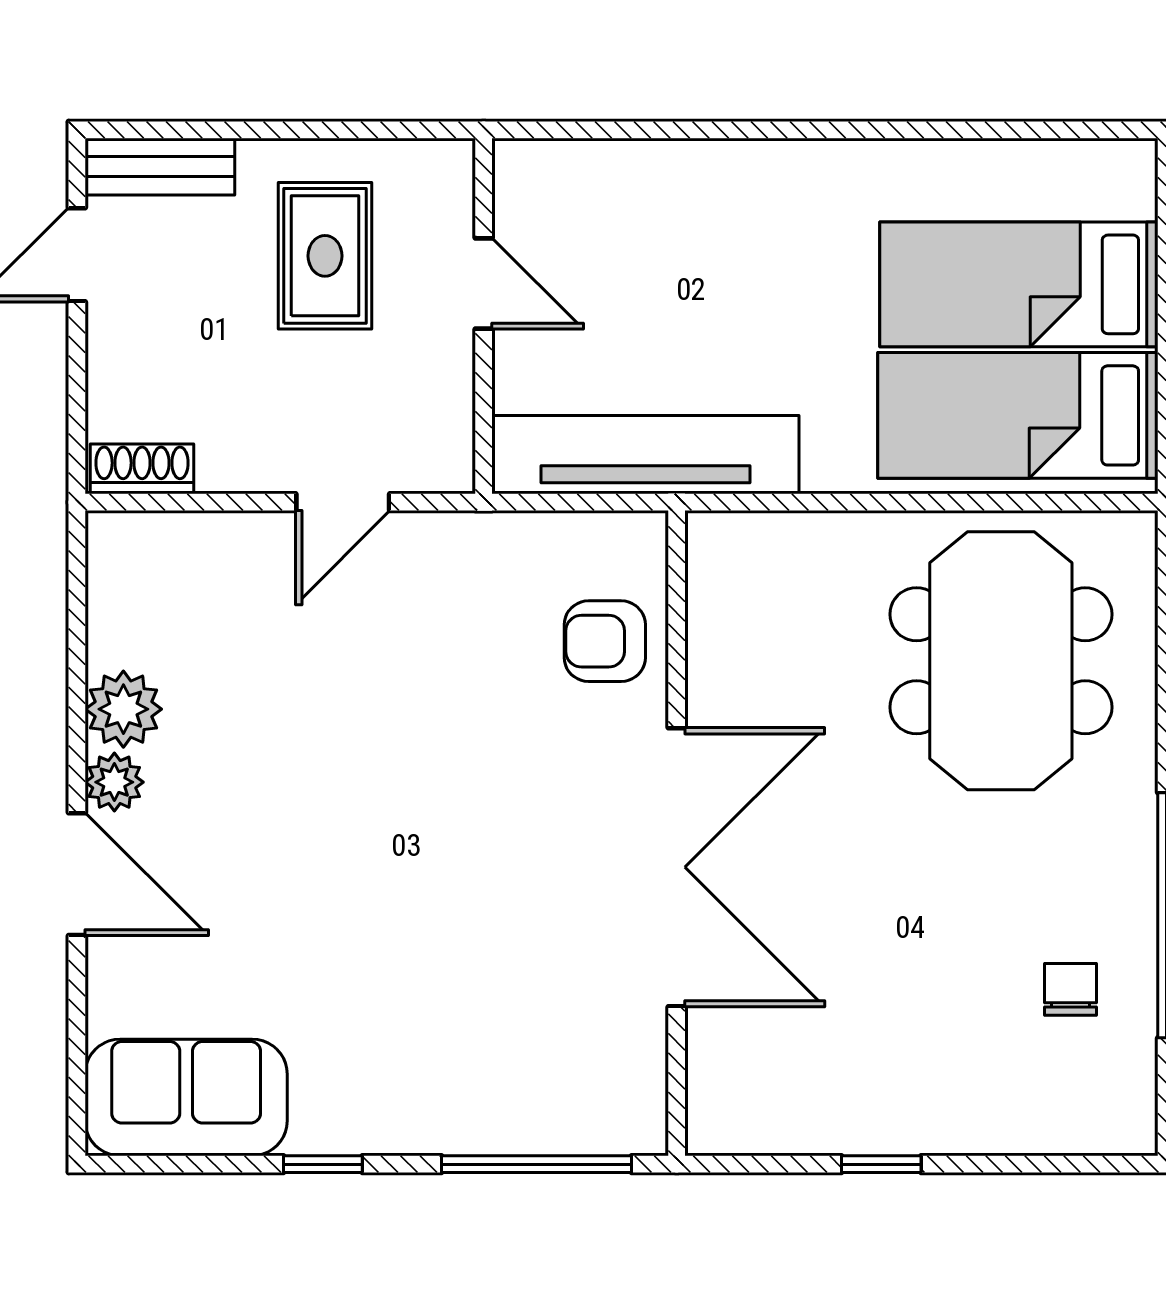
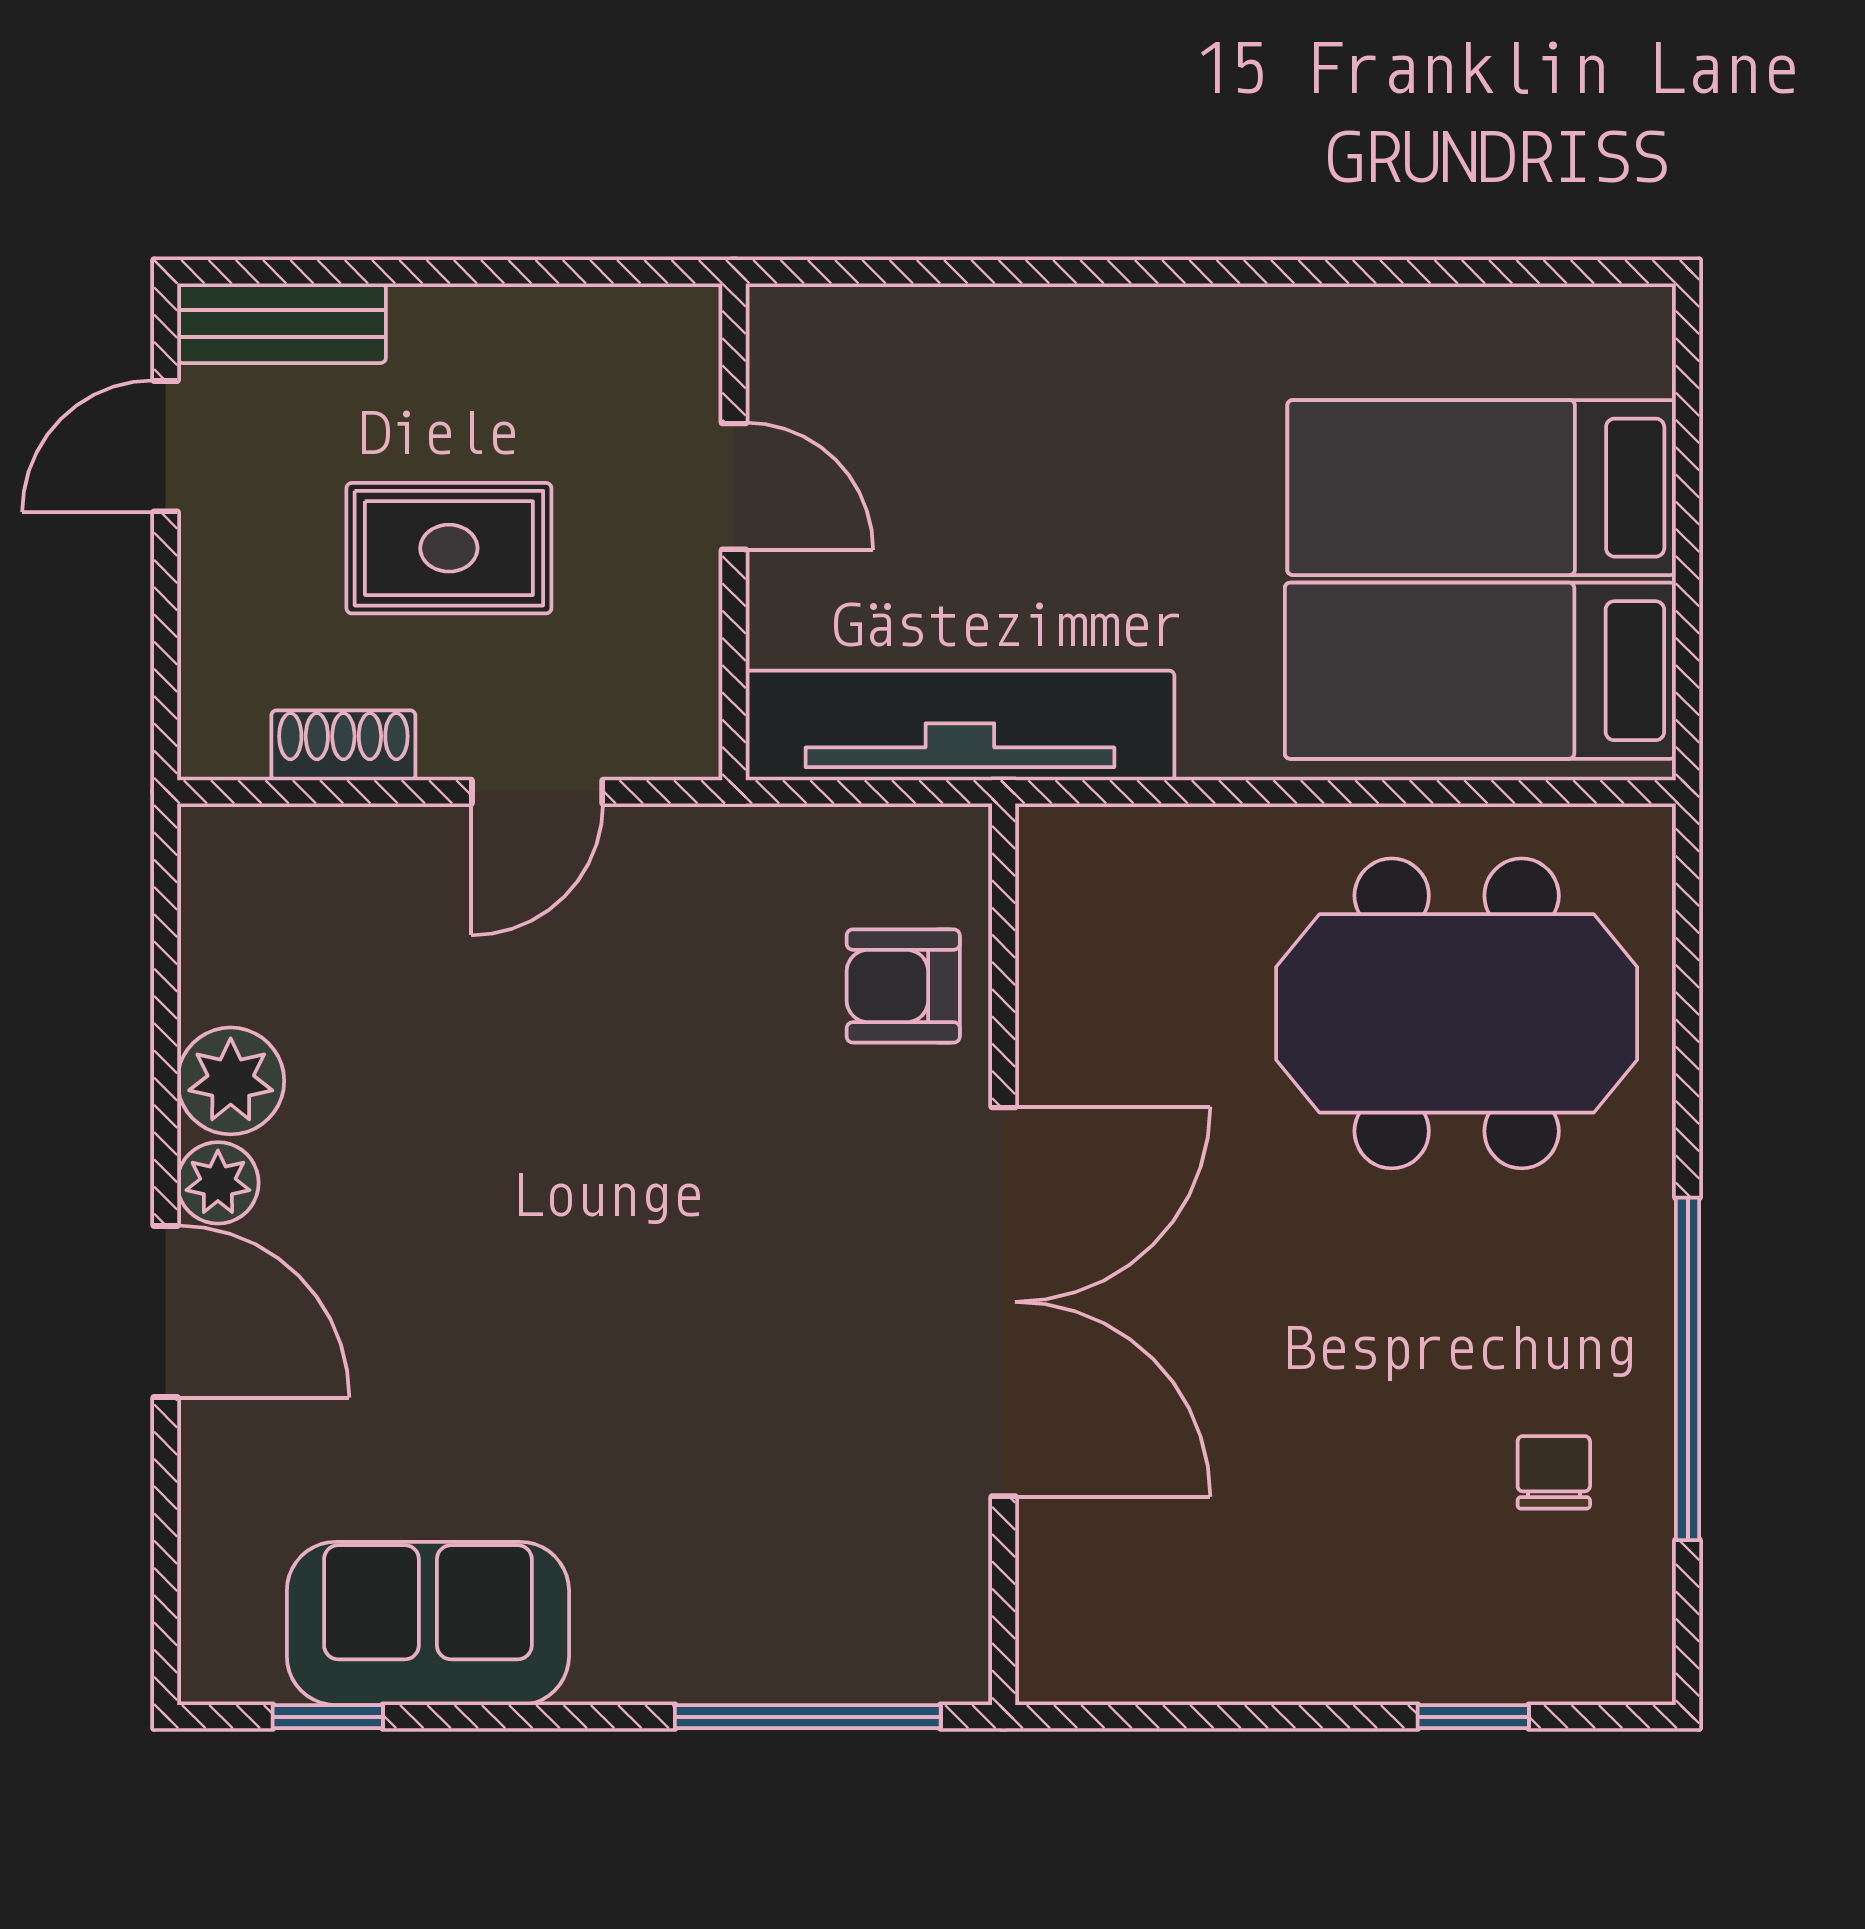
rug: (325, 256) -> (449, 548), moved, turned 90
shoe rack: (142, 469) -> (343, 745), moved
meeting table: (1001, 661) -> (1457, 1013), turned 90
sofa: (186, 1097) -> (428, 1623), moved
window: (323, 1164) -> (328, 1717), moved
window: (881, 1164) -> (1473, 1717), moved

